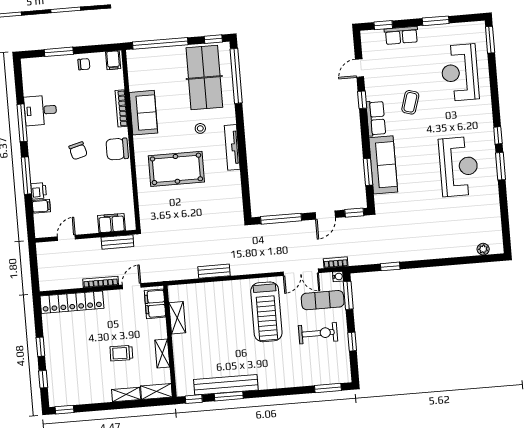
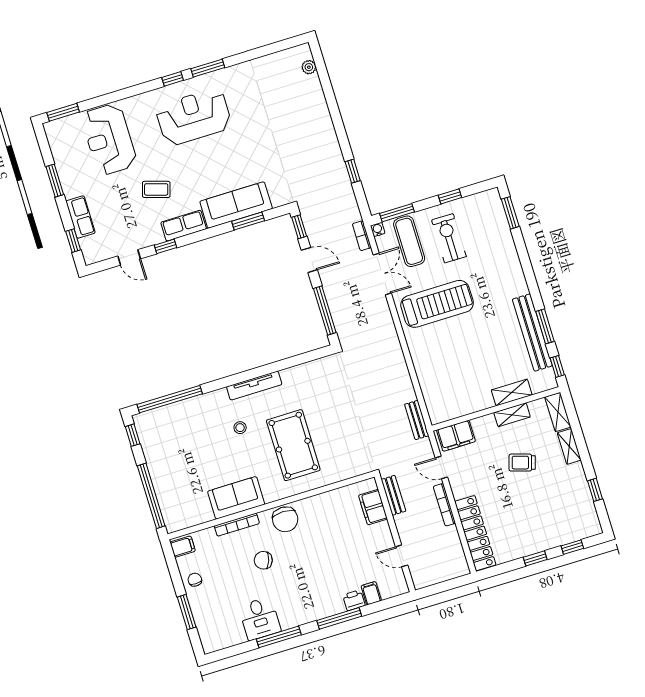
reception desk: (460, 73) -> (109, 139), turned 90
table tennis table: (204, 77) -> (180, 436), removed
chair: (78, 151) -> (263, 560), moved, turned -145
reception desk: (459, 167) -> (194, 117), moved
bench: (214, 271) -> (417, 420), moved
shelving: (177, 318) -> (512, 392), moved
trolley: (121, 353) -> (522, 463), turned 106
window: (64, 410) -> (595, 490), moved

